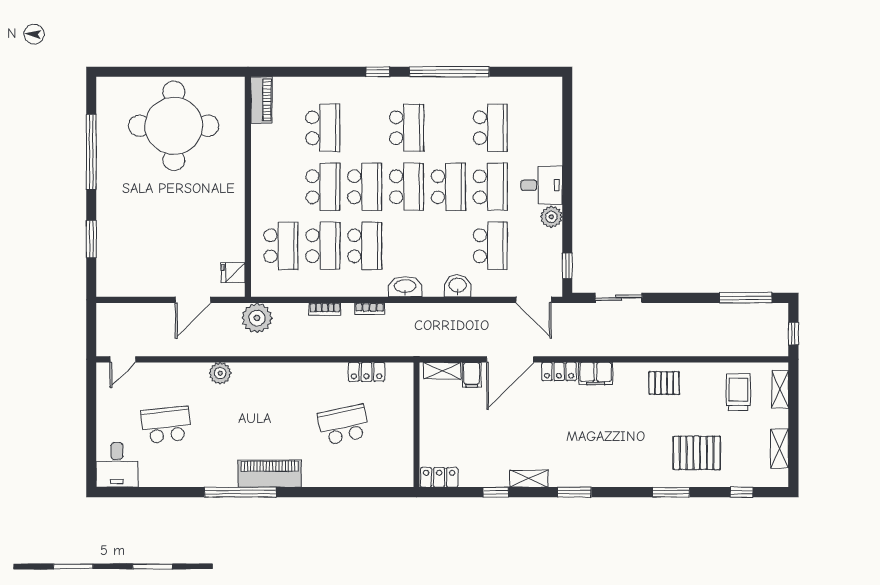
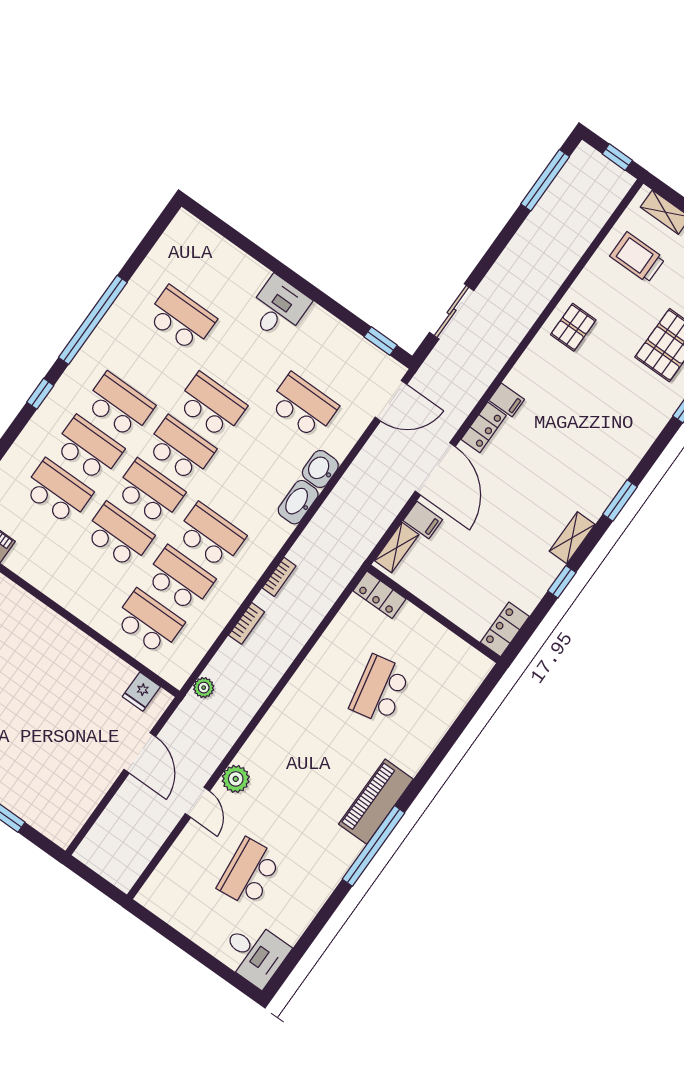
school desk: (490, 187) -> (89, 448), moved
plant: (551, 217) -> (318, 321), removed
washbasin: (405, 287) -> (298, 502), moved
plant: (257, 318) -> (204, 688), width x0.53, depth x0.53
door: (123, 359) -> (197, 802), moved
locker: (366, 372) -> (379, 595), moved, turned 90
filing cabinet: (596, 374) -> (507, 400), width x0.50

